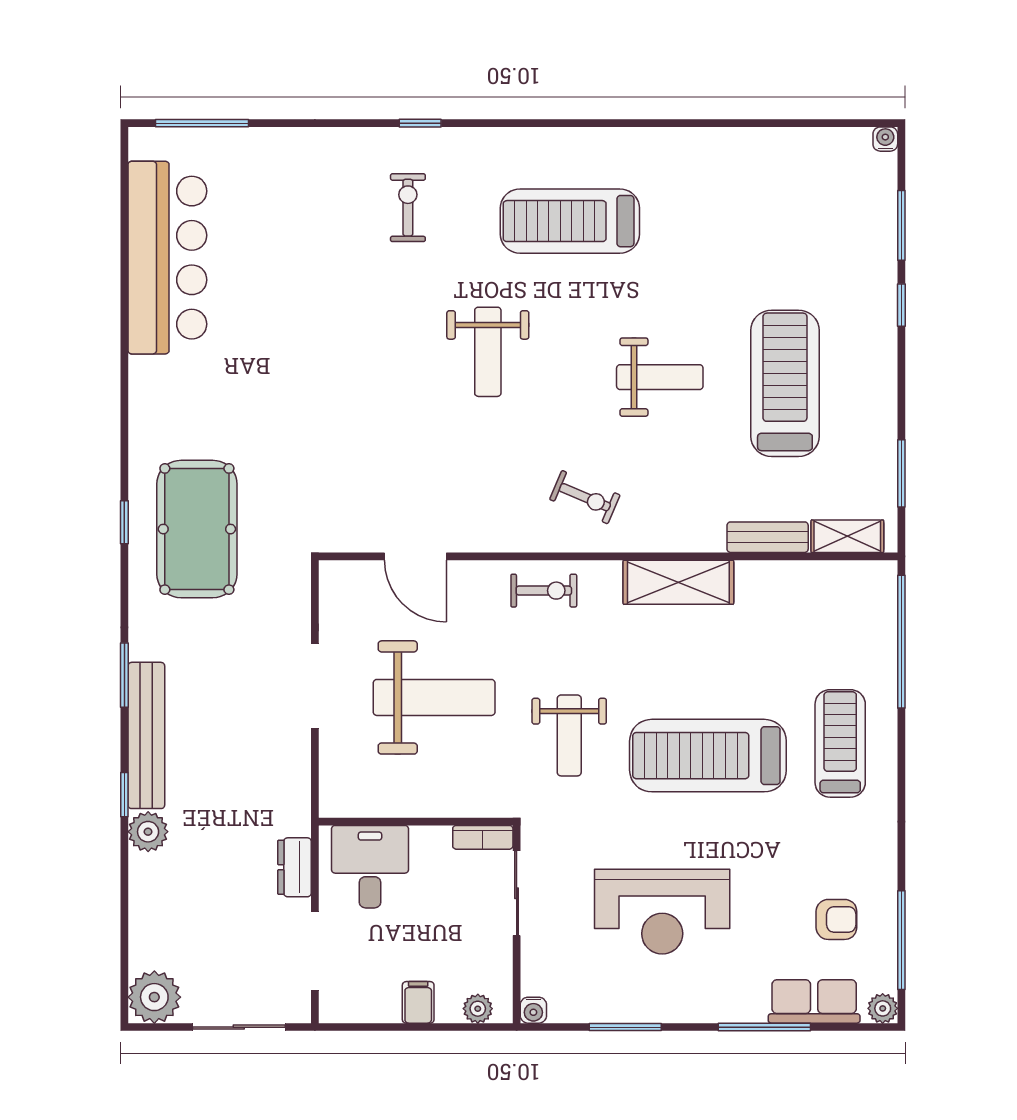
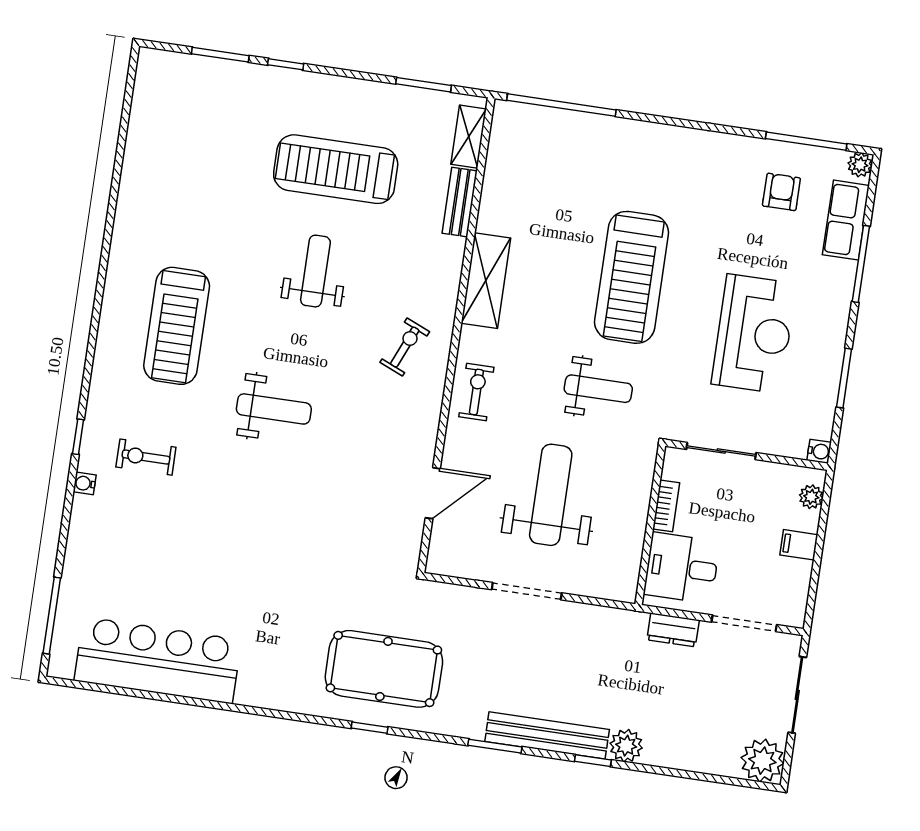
water cooler: (885, 139) -> (85, 483), moved
treadmill: (840, 743) -> (638, 168), removed
bookcase: (483, 837) -> (666, 506), moved

